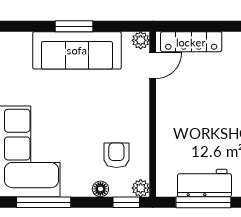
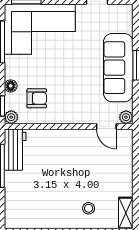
locker: (191, 42) -> (125, 156), removed
workbench: (204, 183) -> (15, 150), moved

